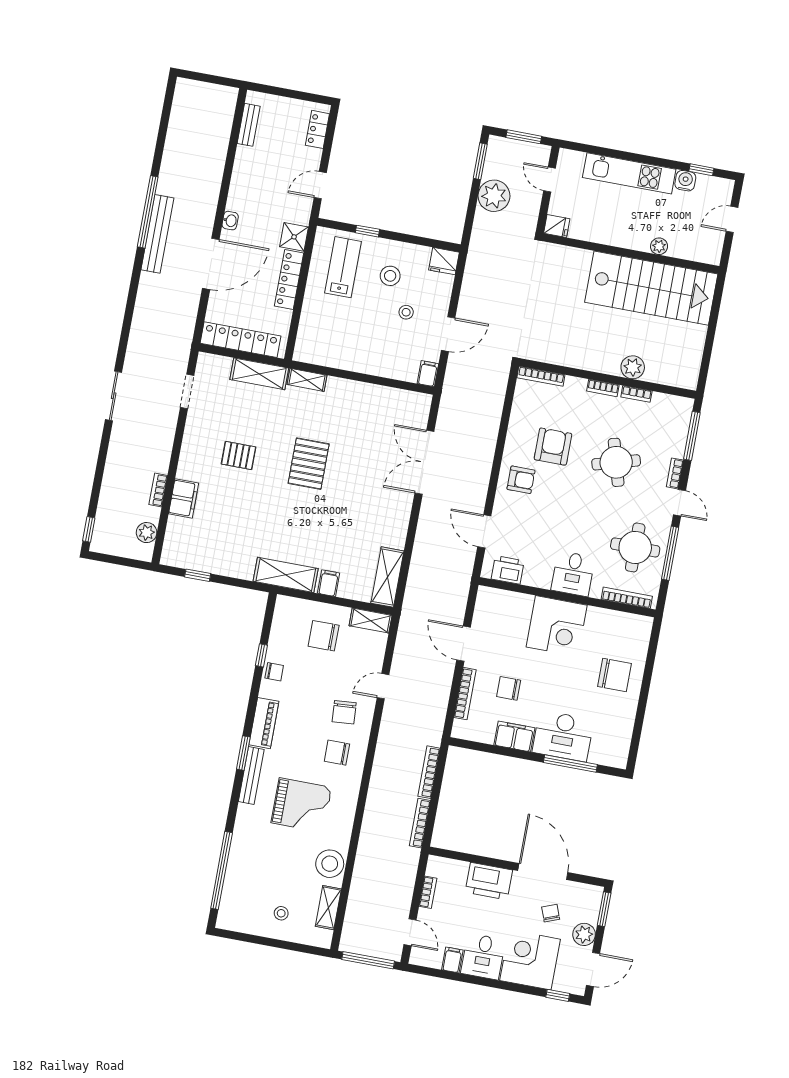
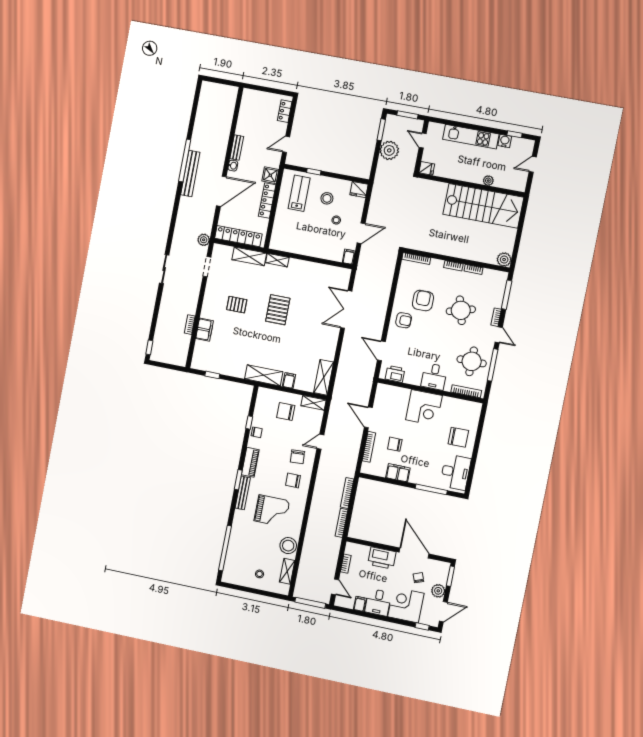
bench: (249, 125) -> (237, 147), moved
plant: (633, 367) -> (504, 260), moved
plant: (147, 533) -> (204, 240), moved
desk: (563, 736) -> (455, 472), moved, turned -90

